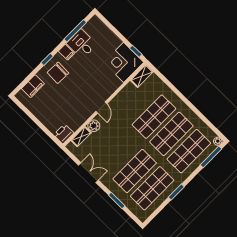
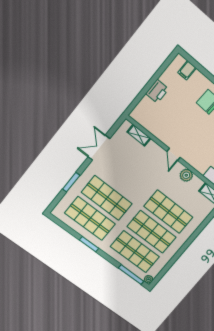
filing cabinet: (33, 86) -> (187, 70), width x0.50
door: (101, 108) -> (174, 154), hinge flipped
plant: (94, 126) -> (186, 175), moved
printer: (64, 134) -> (157, 91), moved, turned 90
double door: (88, 173) -> (99, 148), swing flipped

